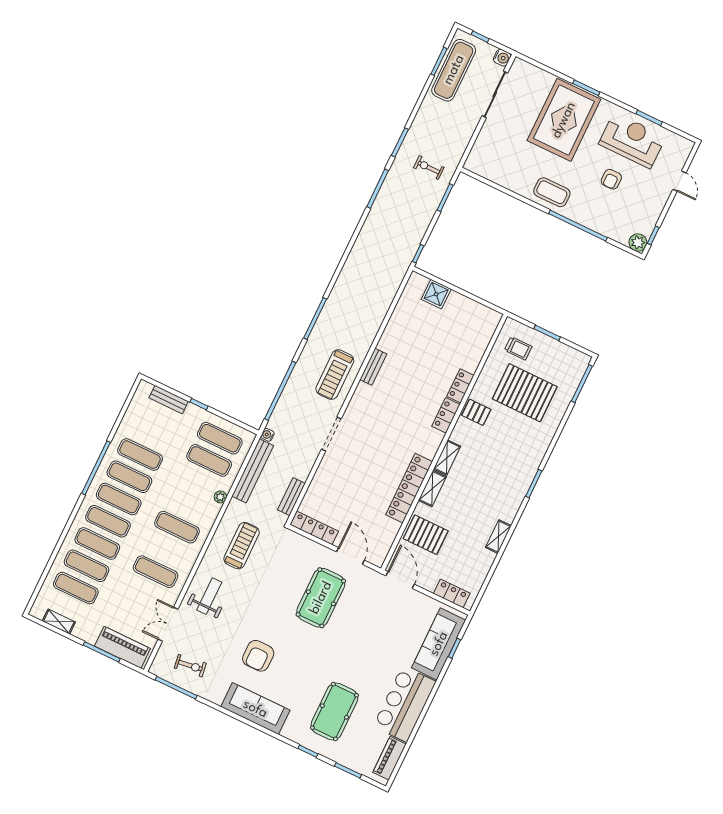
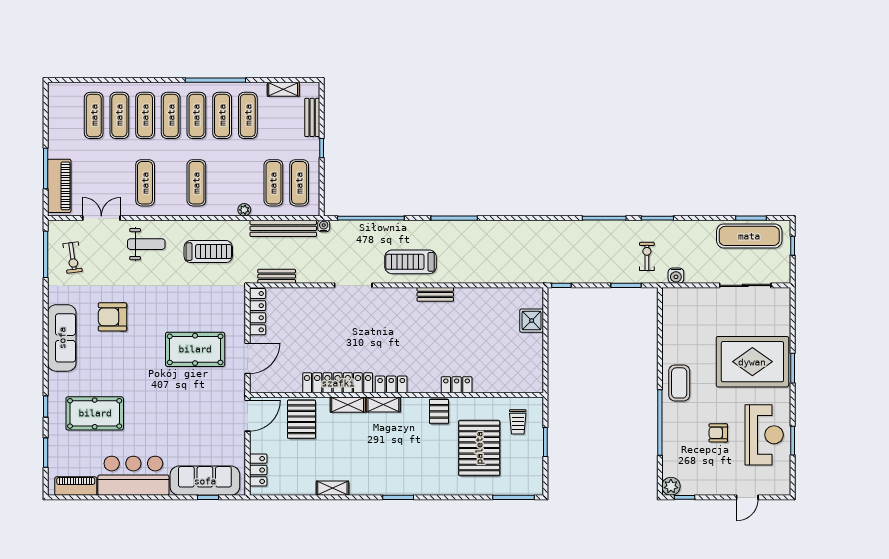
water cooler: (502, 58) -> (676, 276), moved
locker: (446, 415) -> (391, 384), moved
shelving: (59, 622) -> (283, 89), moved, turned 90

